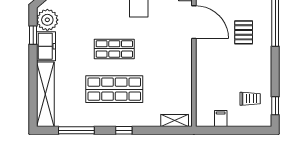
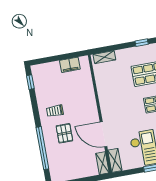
trolley: (250, 99) -> (55, 111), moved
filing cabinet: (221, 119) -> (70, 65), width x2.00

